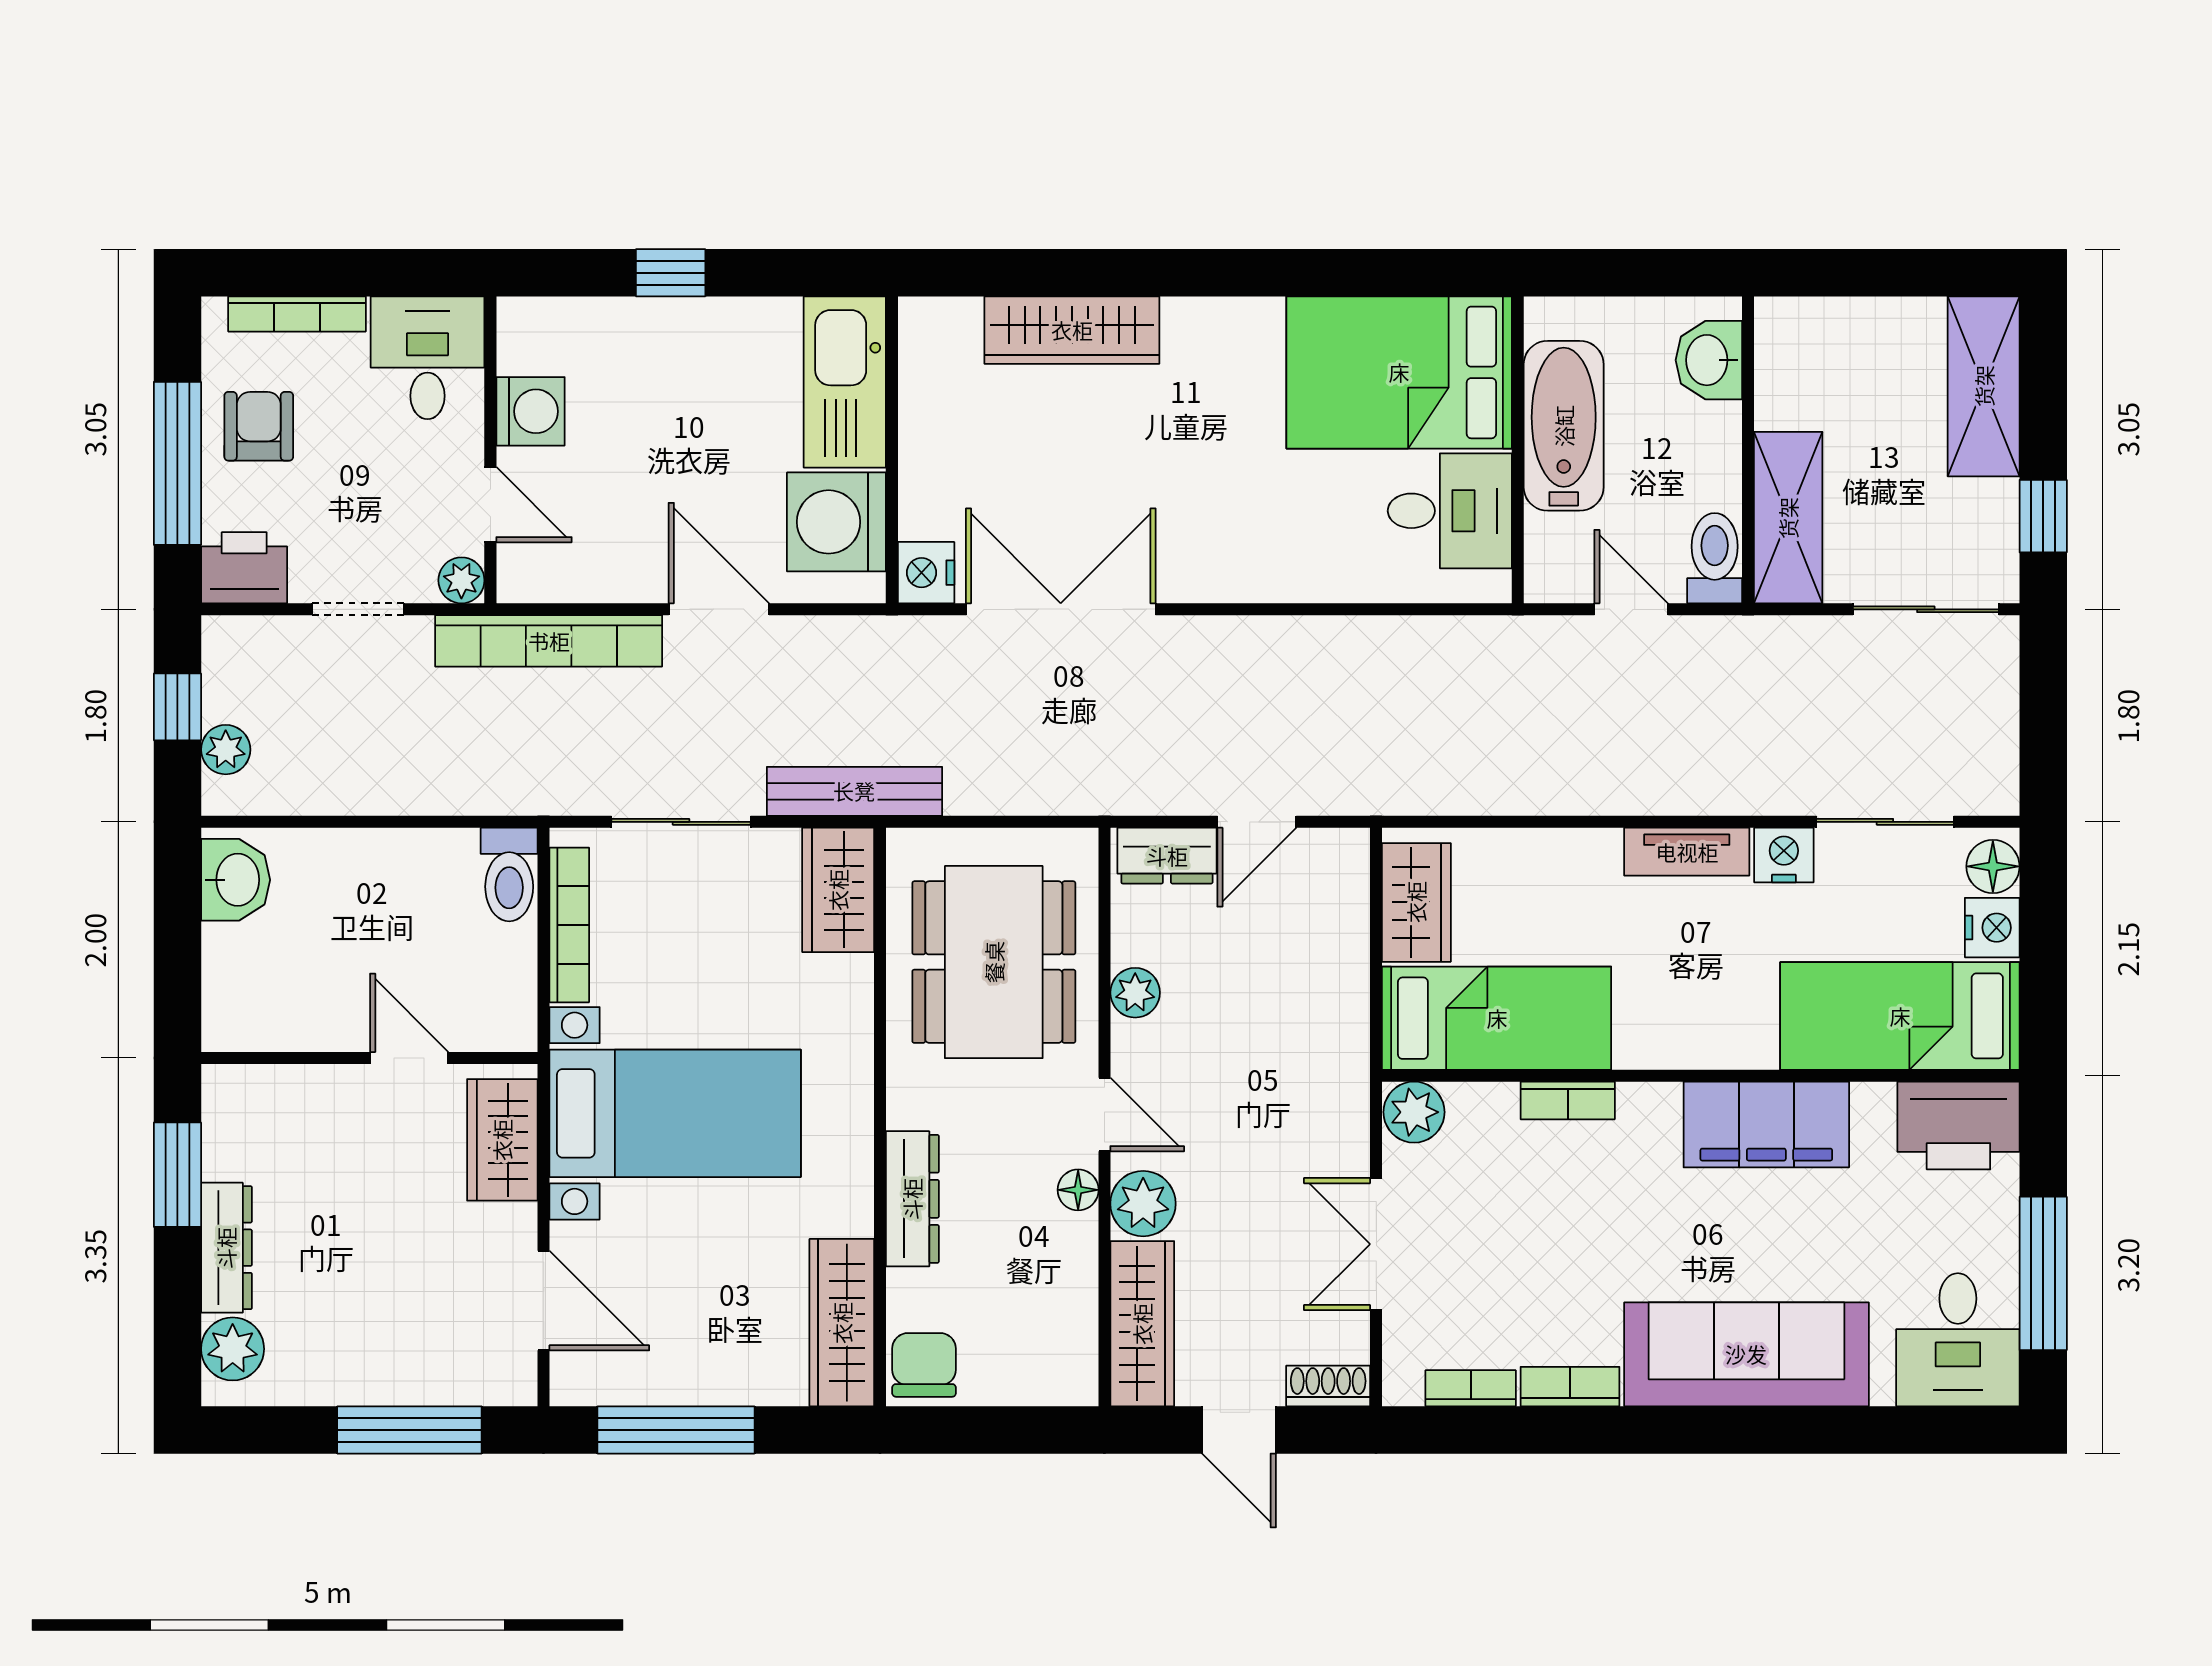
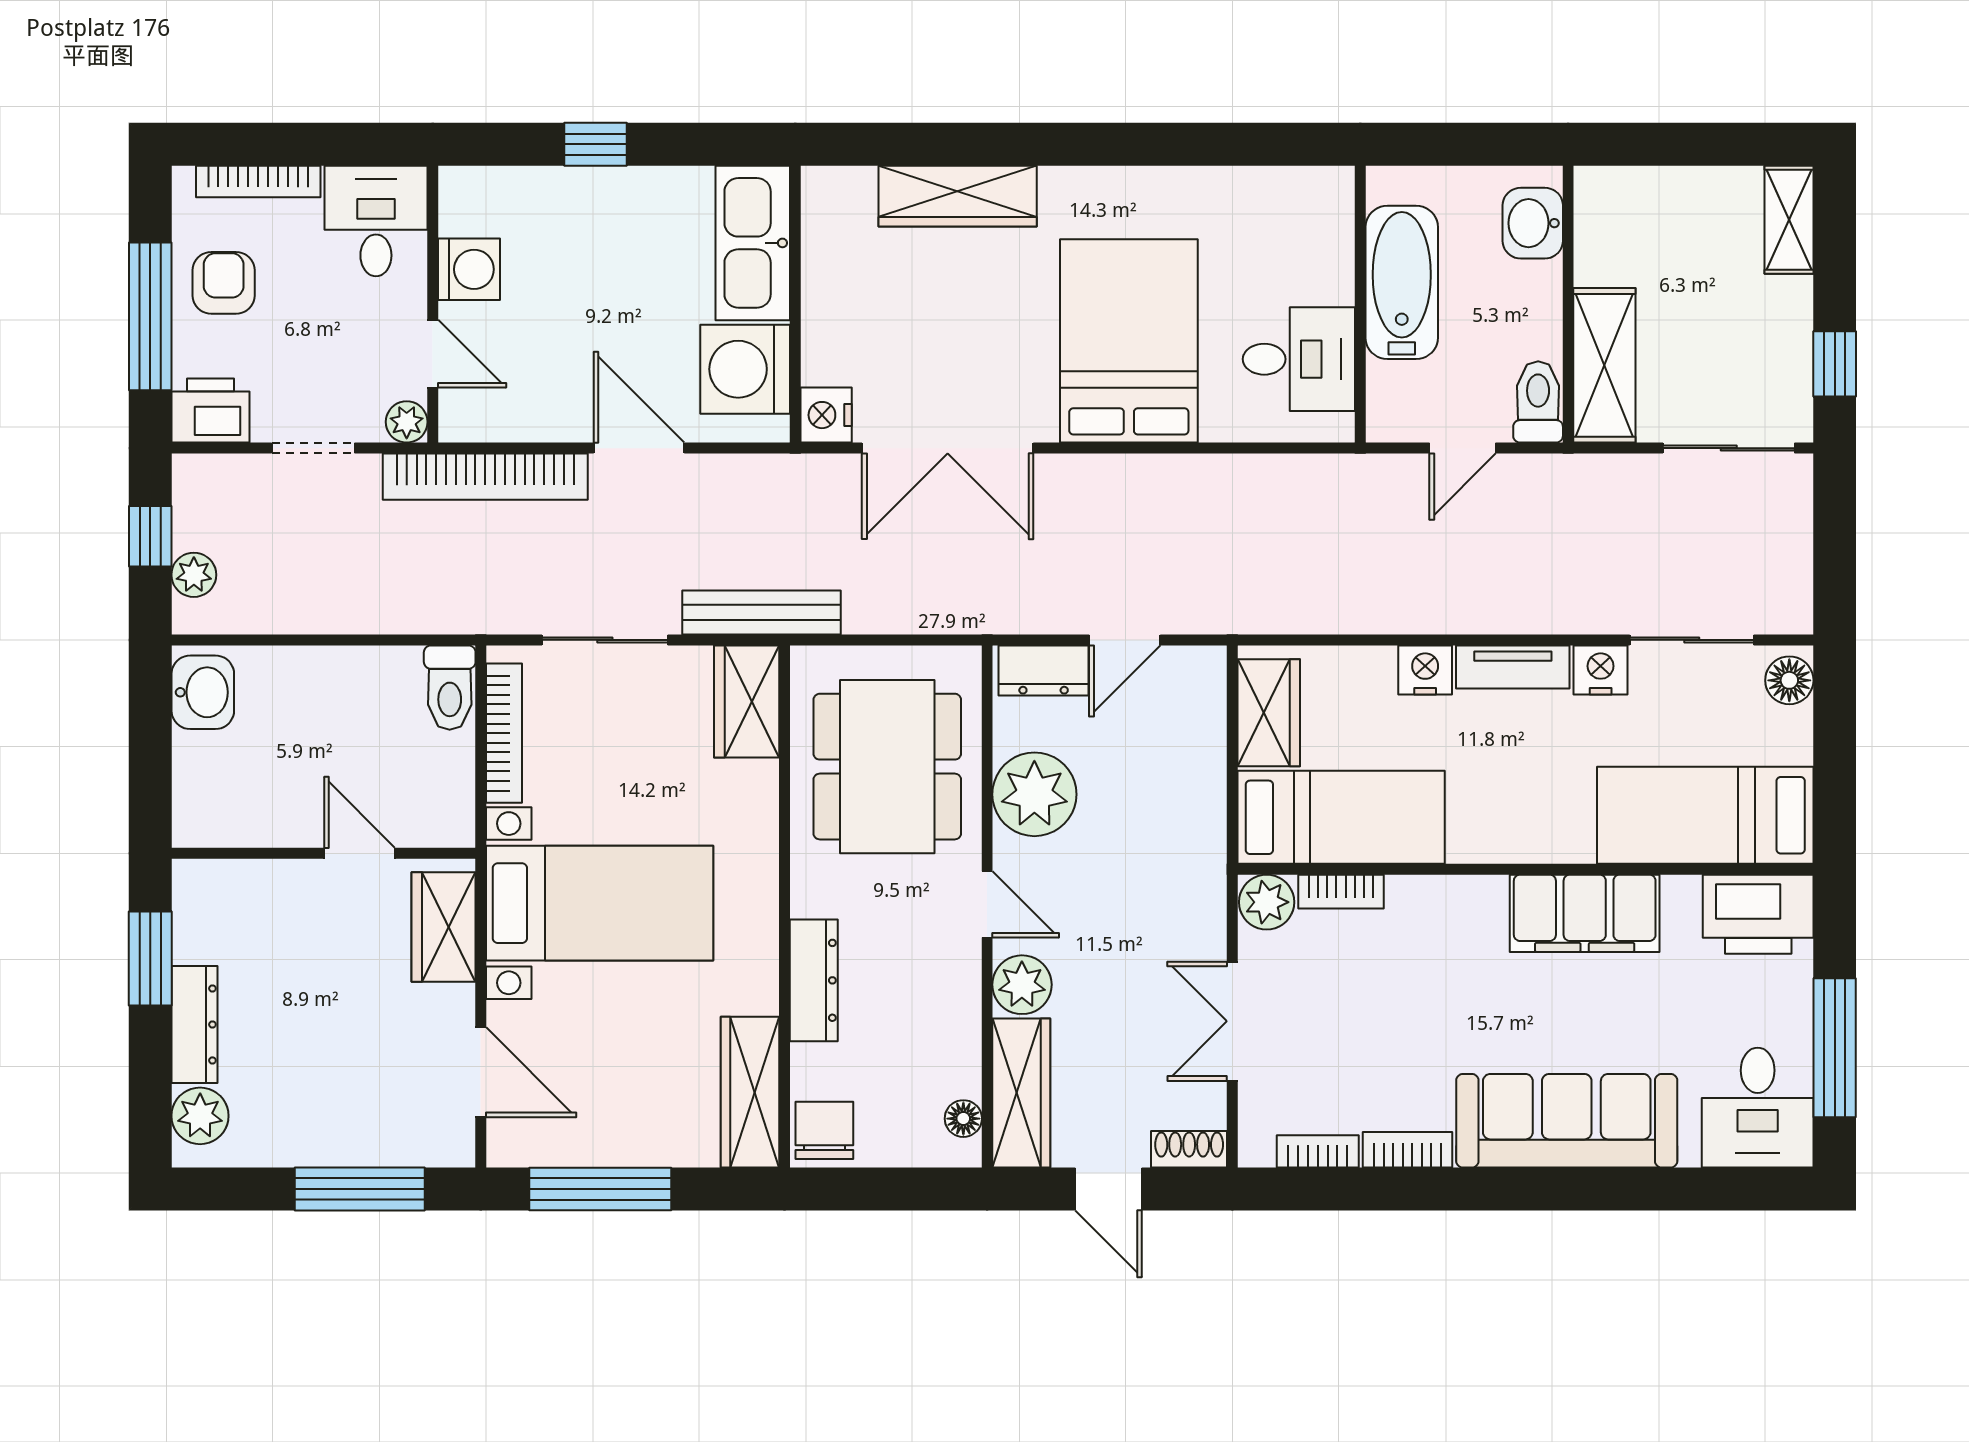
bed: (1399, 372) -> (1129, 341), moved, turned 90
shelving: (1984, 386) -> (1789, 220), width x0.67, depth x0.75
double door: (1061, 609) -> (948, 448), swing flipped
door: (1631, 609) -> (1463, 448), swing flipped
nightstand: (1992, 928) -> (1425, 670), moved, turned -90
plant: (1135, 993) -> (1034, 794), width x1.87, depth x1.87
bookcase: (1568, 1100) -> (1341, 892), moved
floor lamp: (1078, 1190) -> (963, 1119), moved

